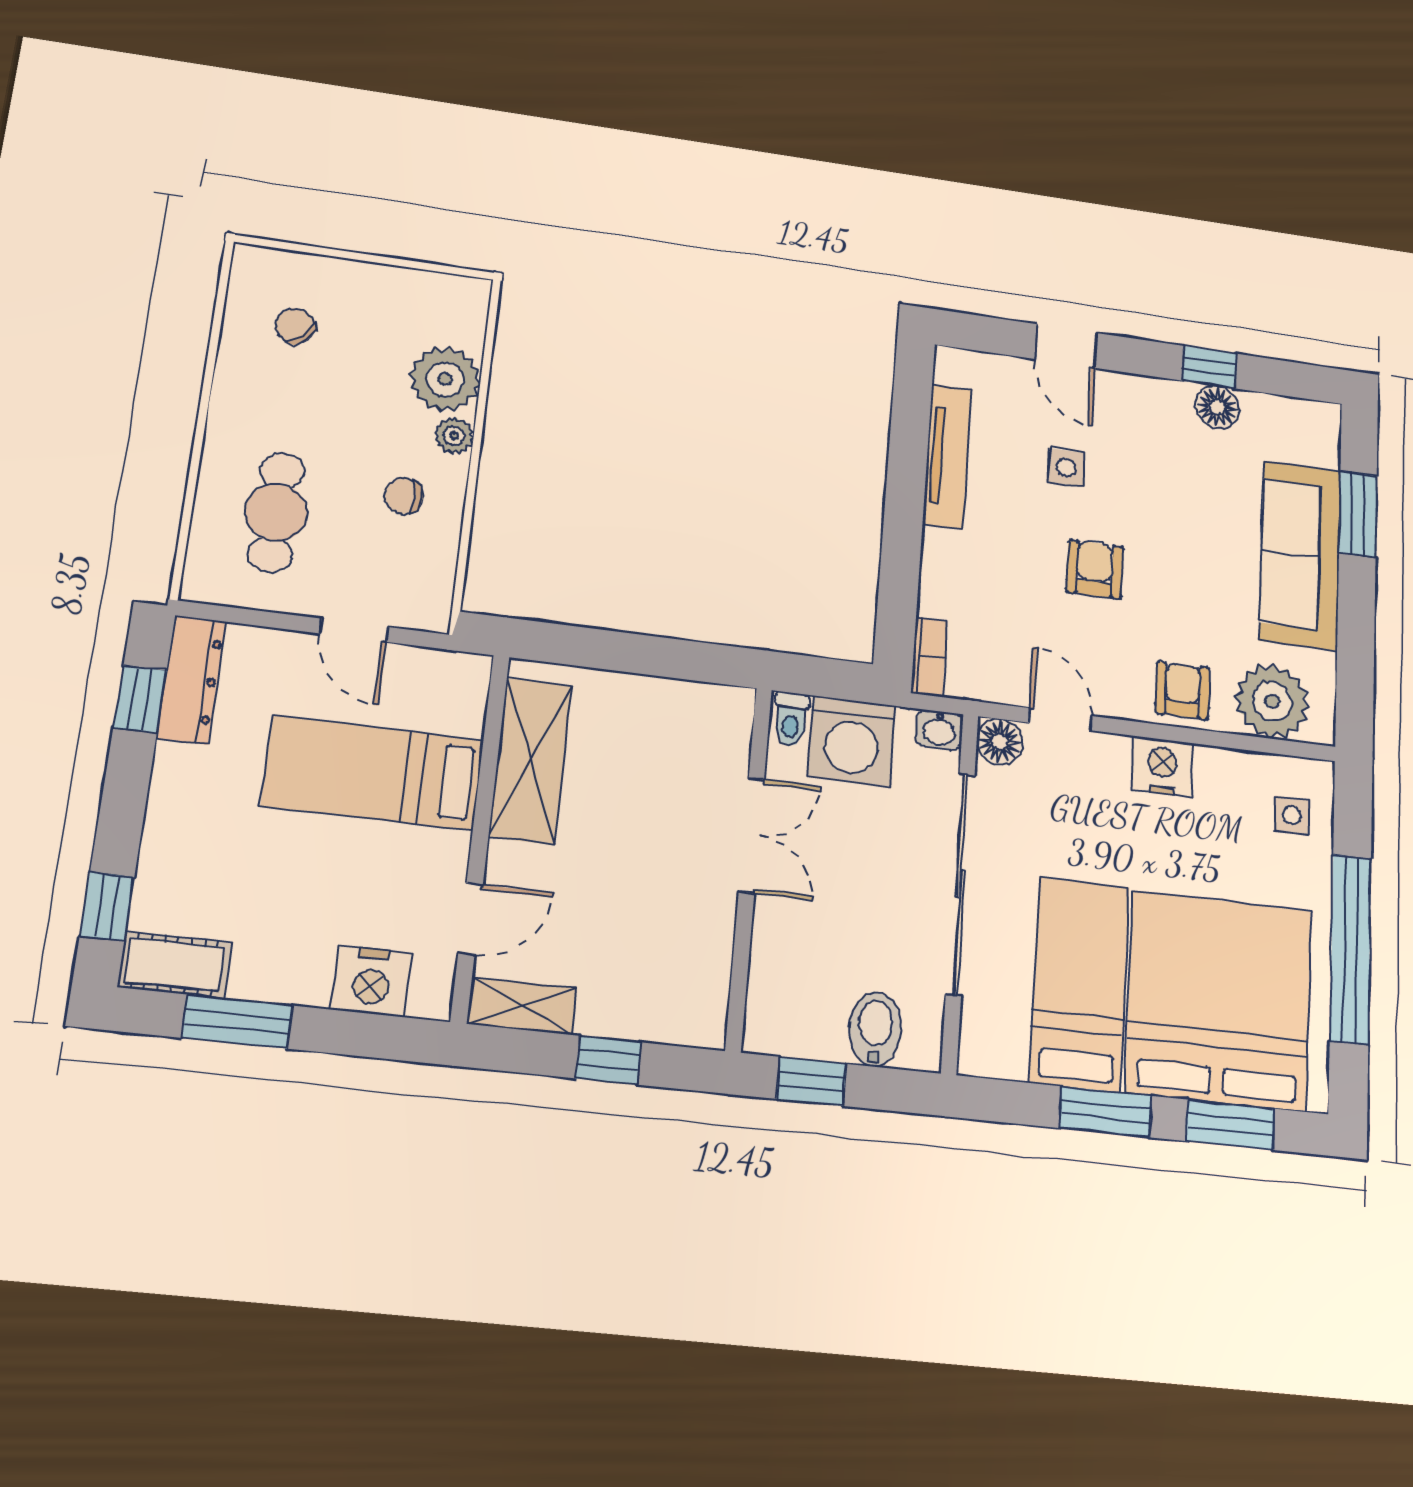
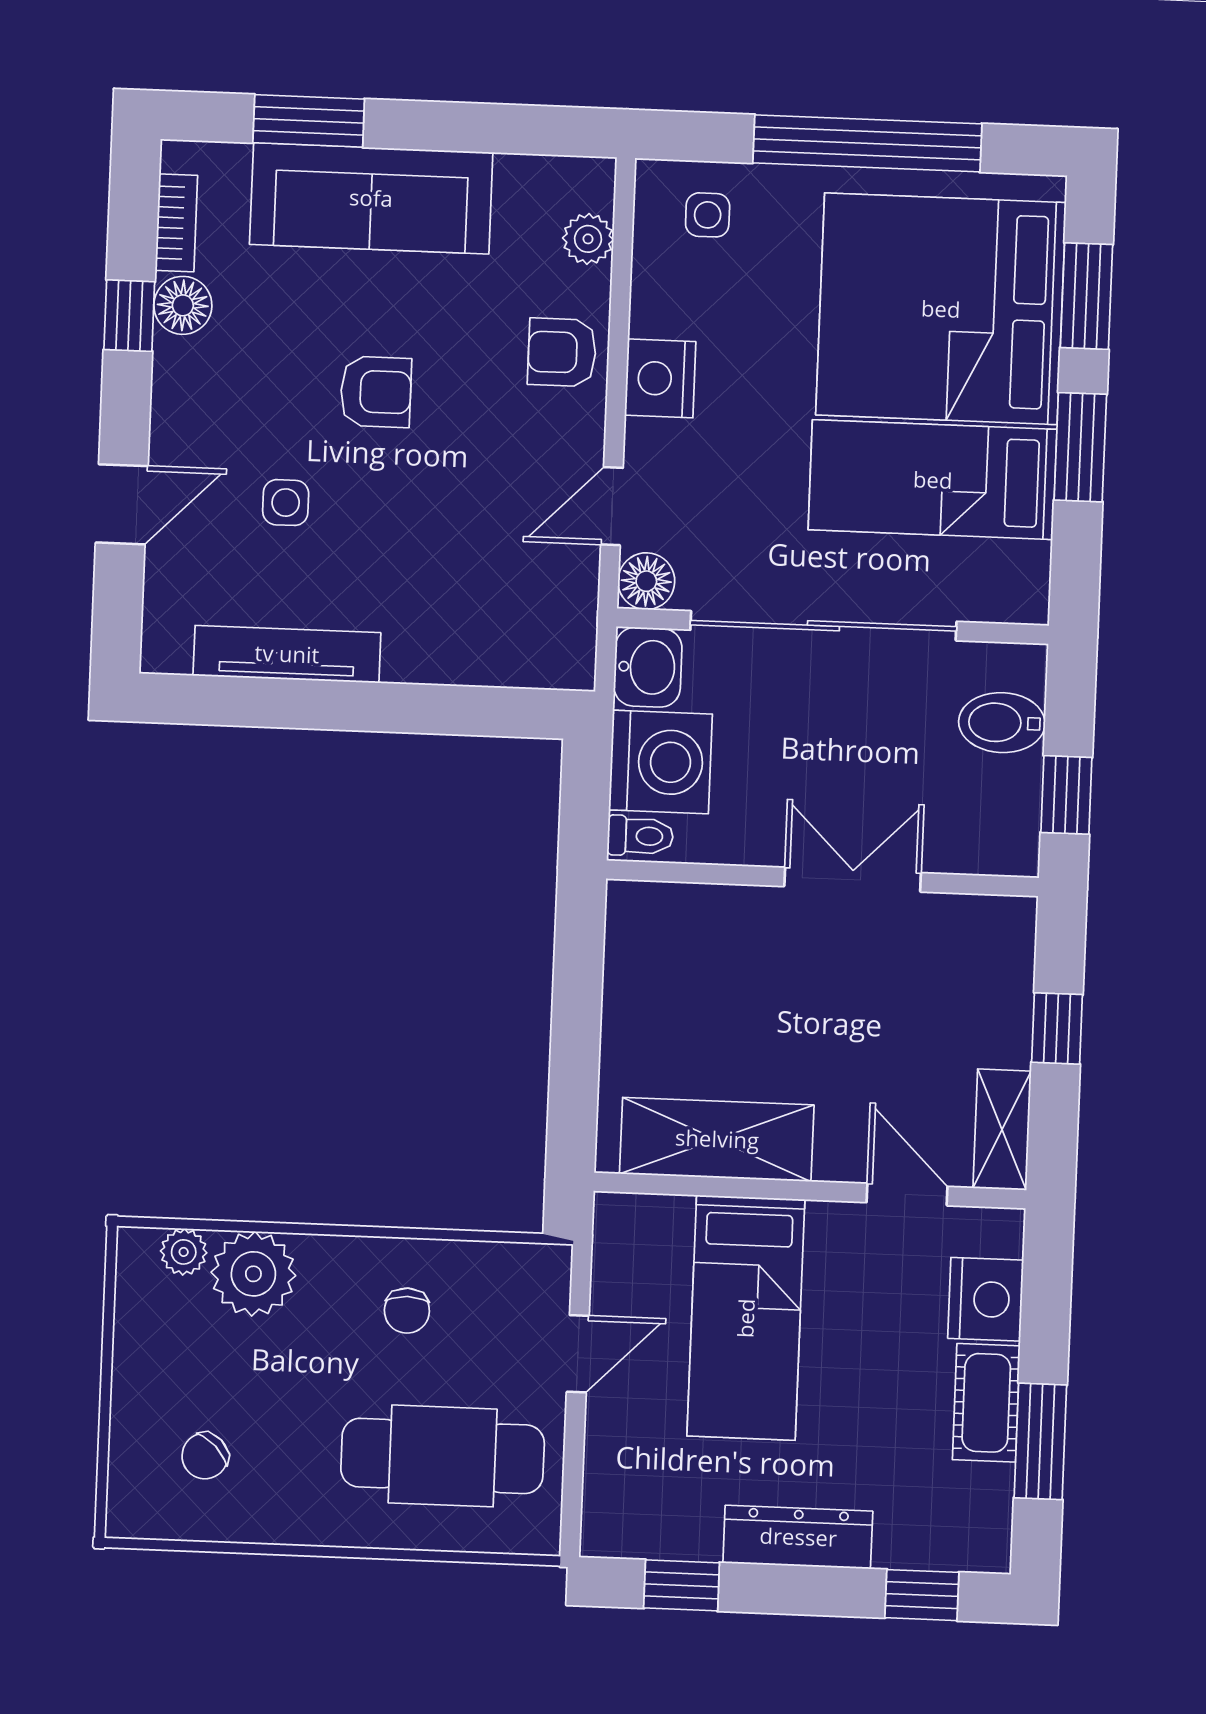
plant: (454, 436) -> (184, 1252), moved
cafe table: (276, 512) -> (443, 1456), width x1.37, depth x1.35
armchair: (1095, 569) -> (376, 392), moved, turned 180
bookcase: (929, 657) -> (176, 223), moved, turned 90
dresser: (191, 680) -> (798, 1537), moved
plant: (1272, 701) -> (588, 239), width x0.53, depth x0.53
washbasin: (939, 730) -> (648, 667), width x1.38, depth x1.45
double door: (751, 835) -> (853, 880), moved
cot: (175, 965) -> (986, 1403), moved

